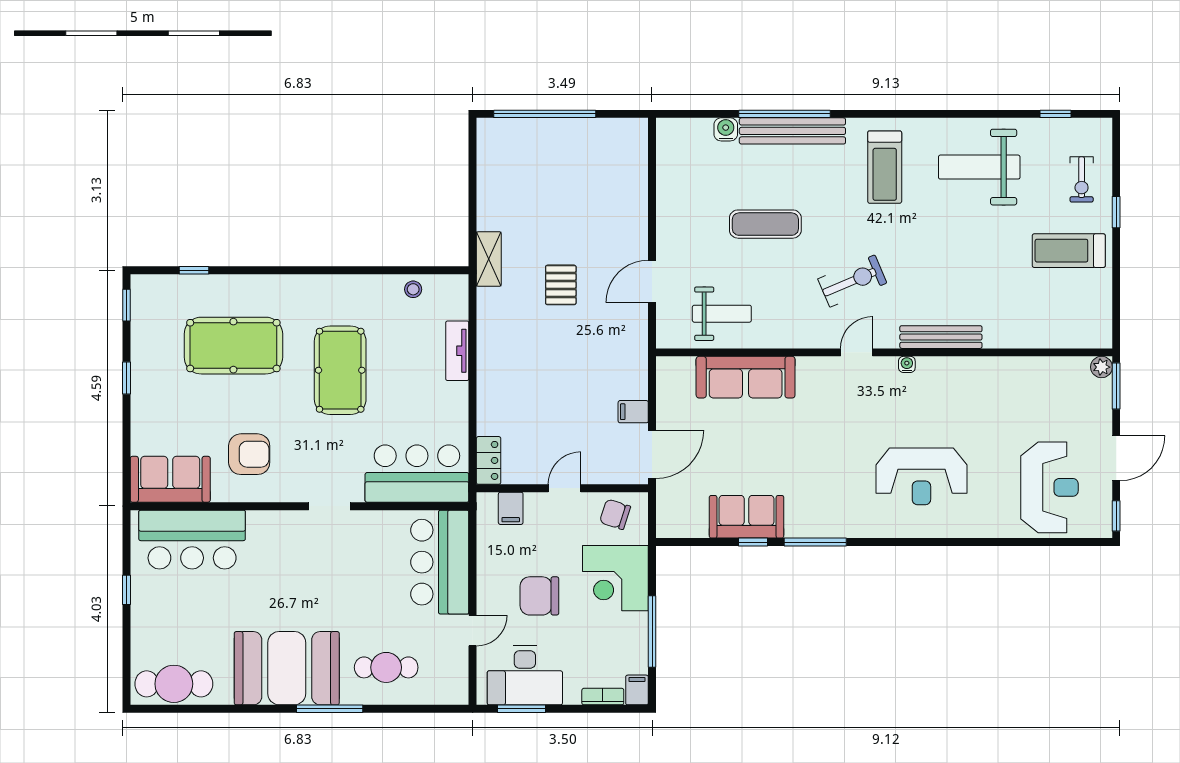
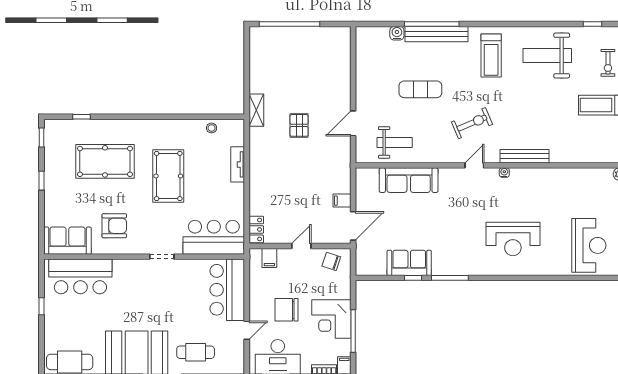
corner desk: (615, 578) -> (331, 319), moved

